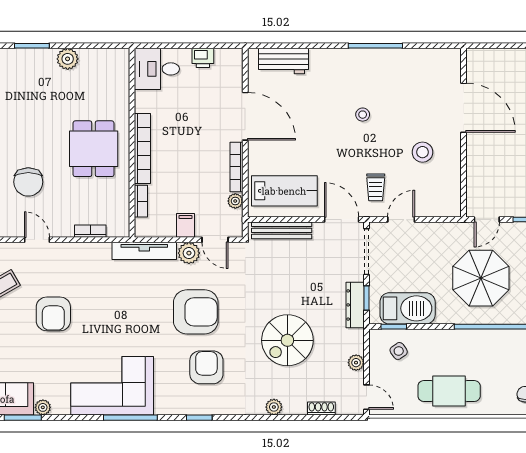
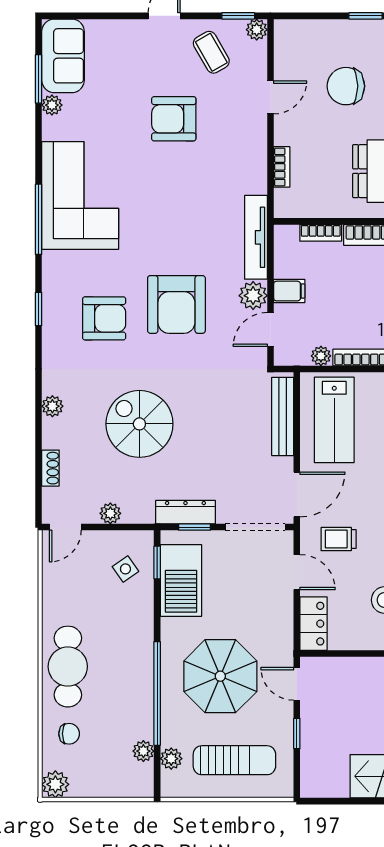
locker: (441, 207) -> (313, 624), added
cafe table: (449, 391) -> (68, 667), moved

